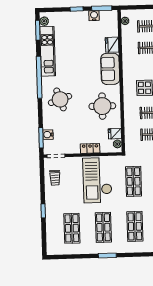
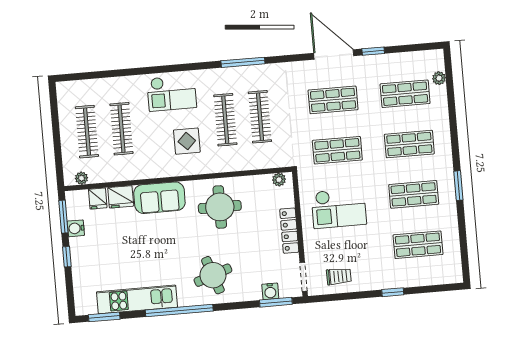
plant: (44, 21) -> (89, 308), removed
fridge: (115, 134) -> (98, 199), moved
locker: (90, 148) -> (289, 231), width x1.53
checkout: (97, 180) -> (339, 208), width x0.73, depth x0.83

